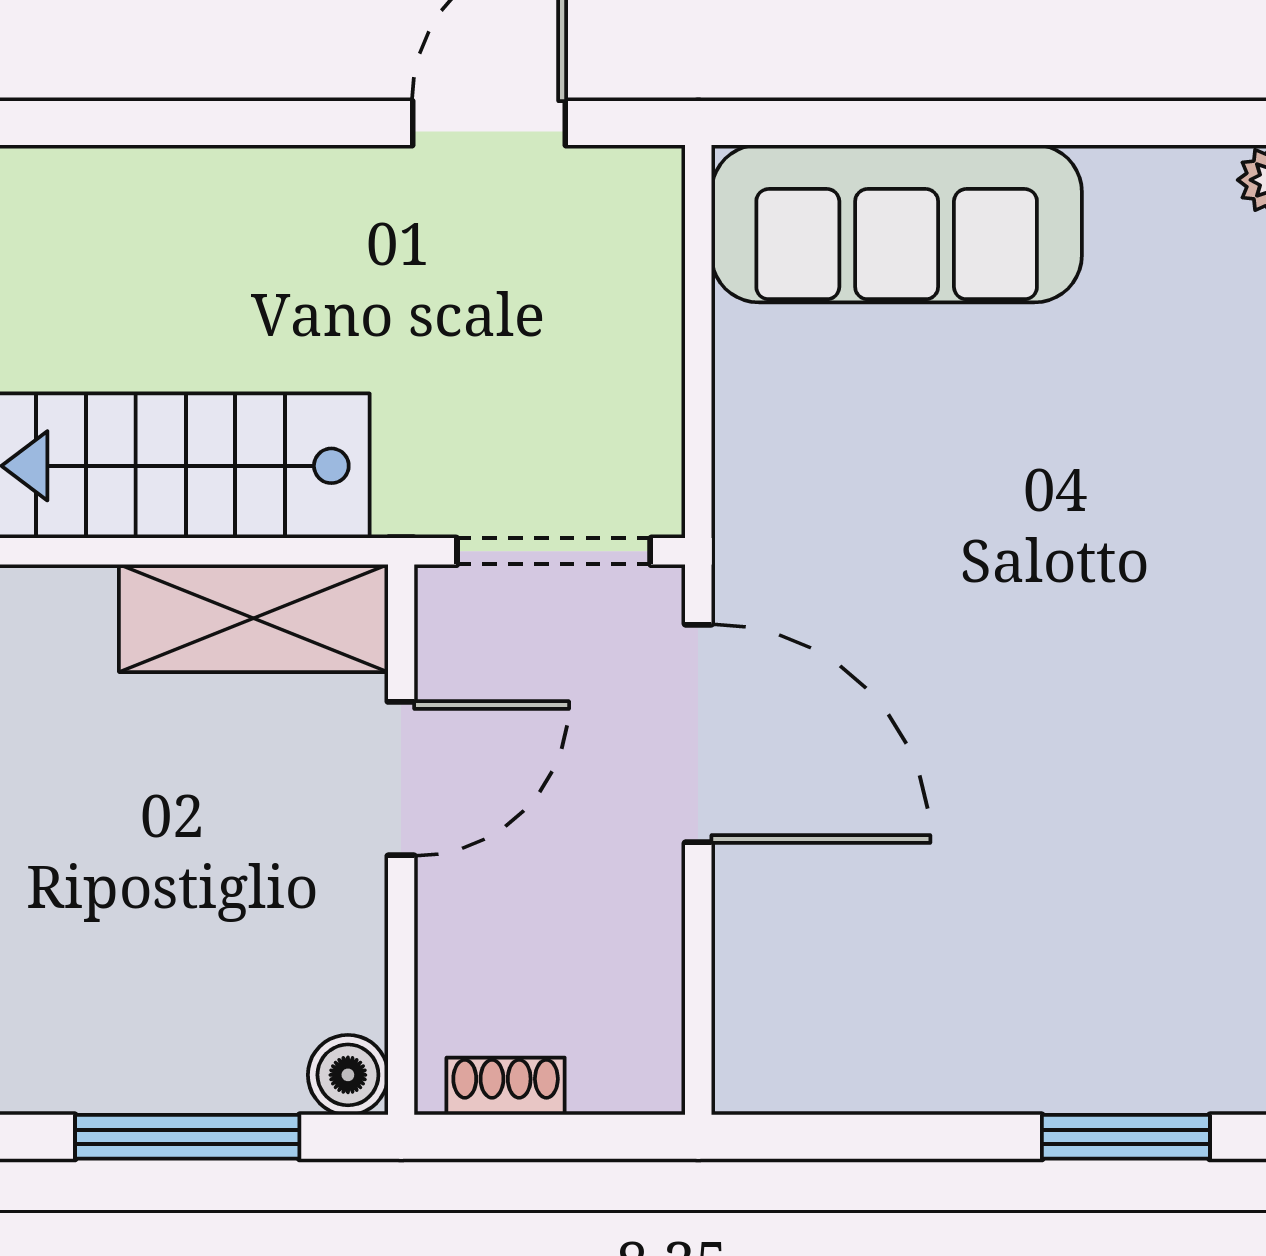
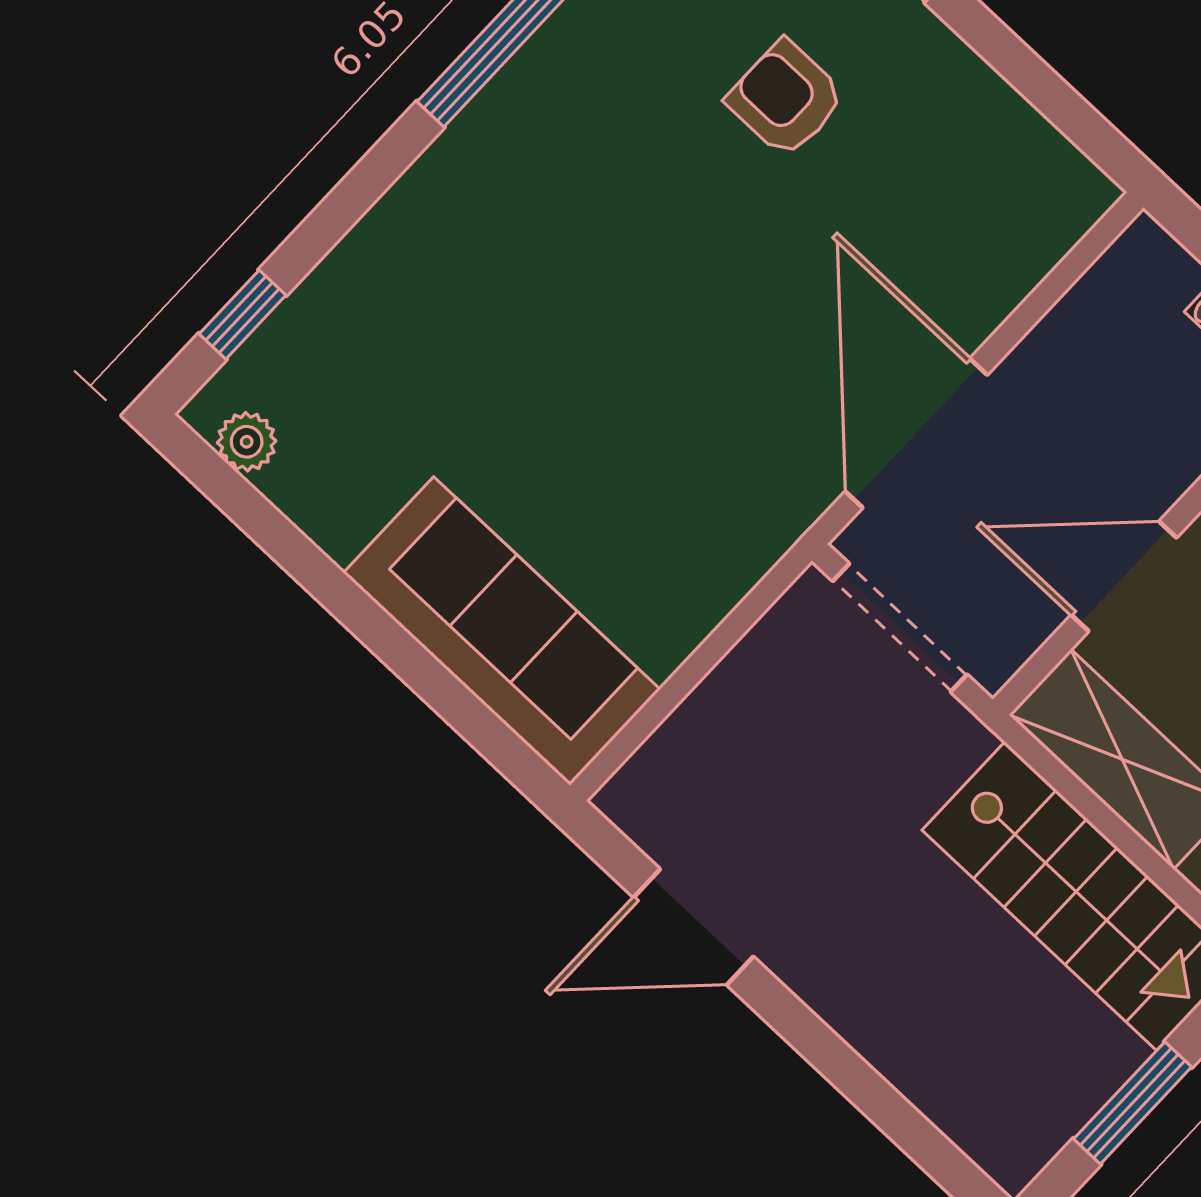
armchair: (1084, 918) -> (786, 99), added

